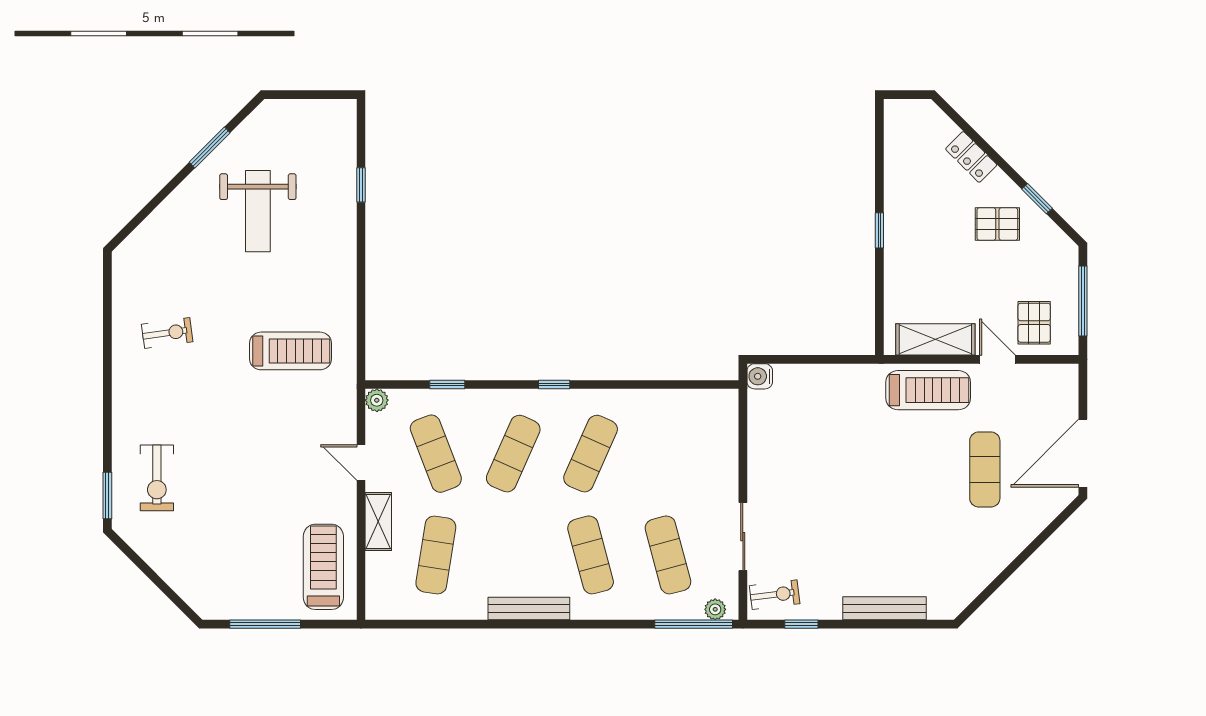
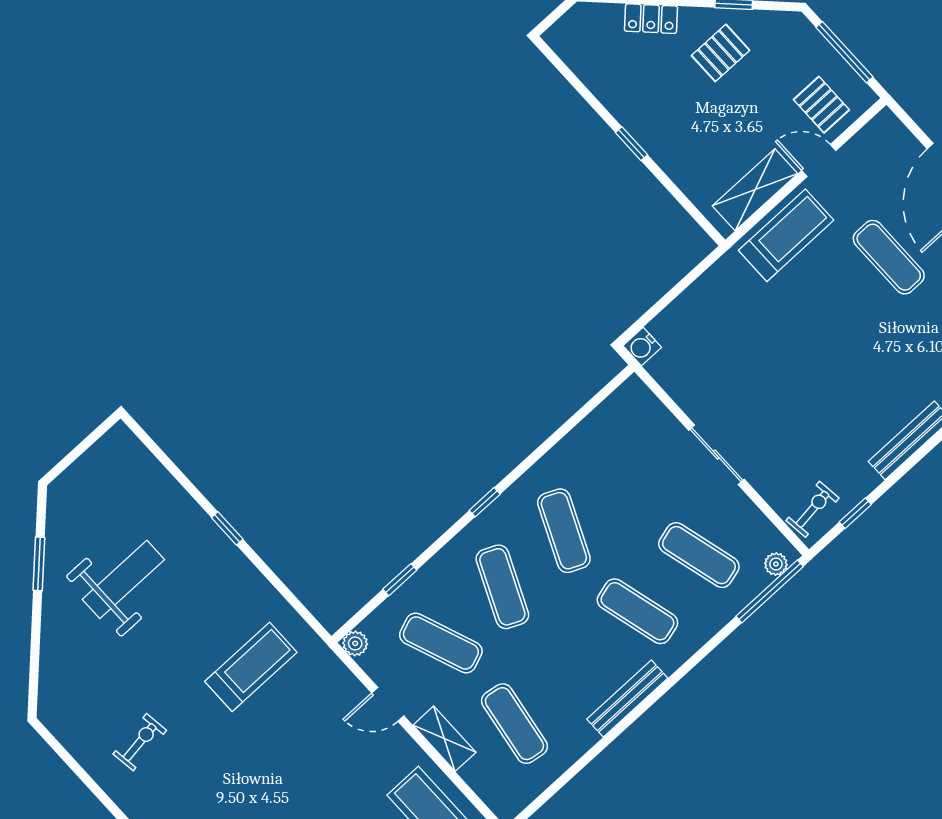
window: (361, 185) -> (227, 528), moved
weight bench: (258, 211) -> (123, 579), turned -90
sliding door: (743, 537) -> (716, 455), moved

